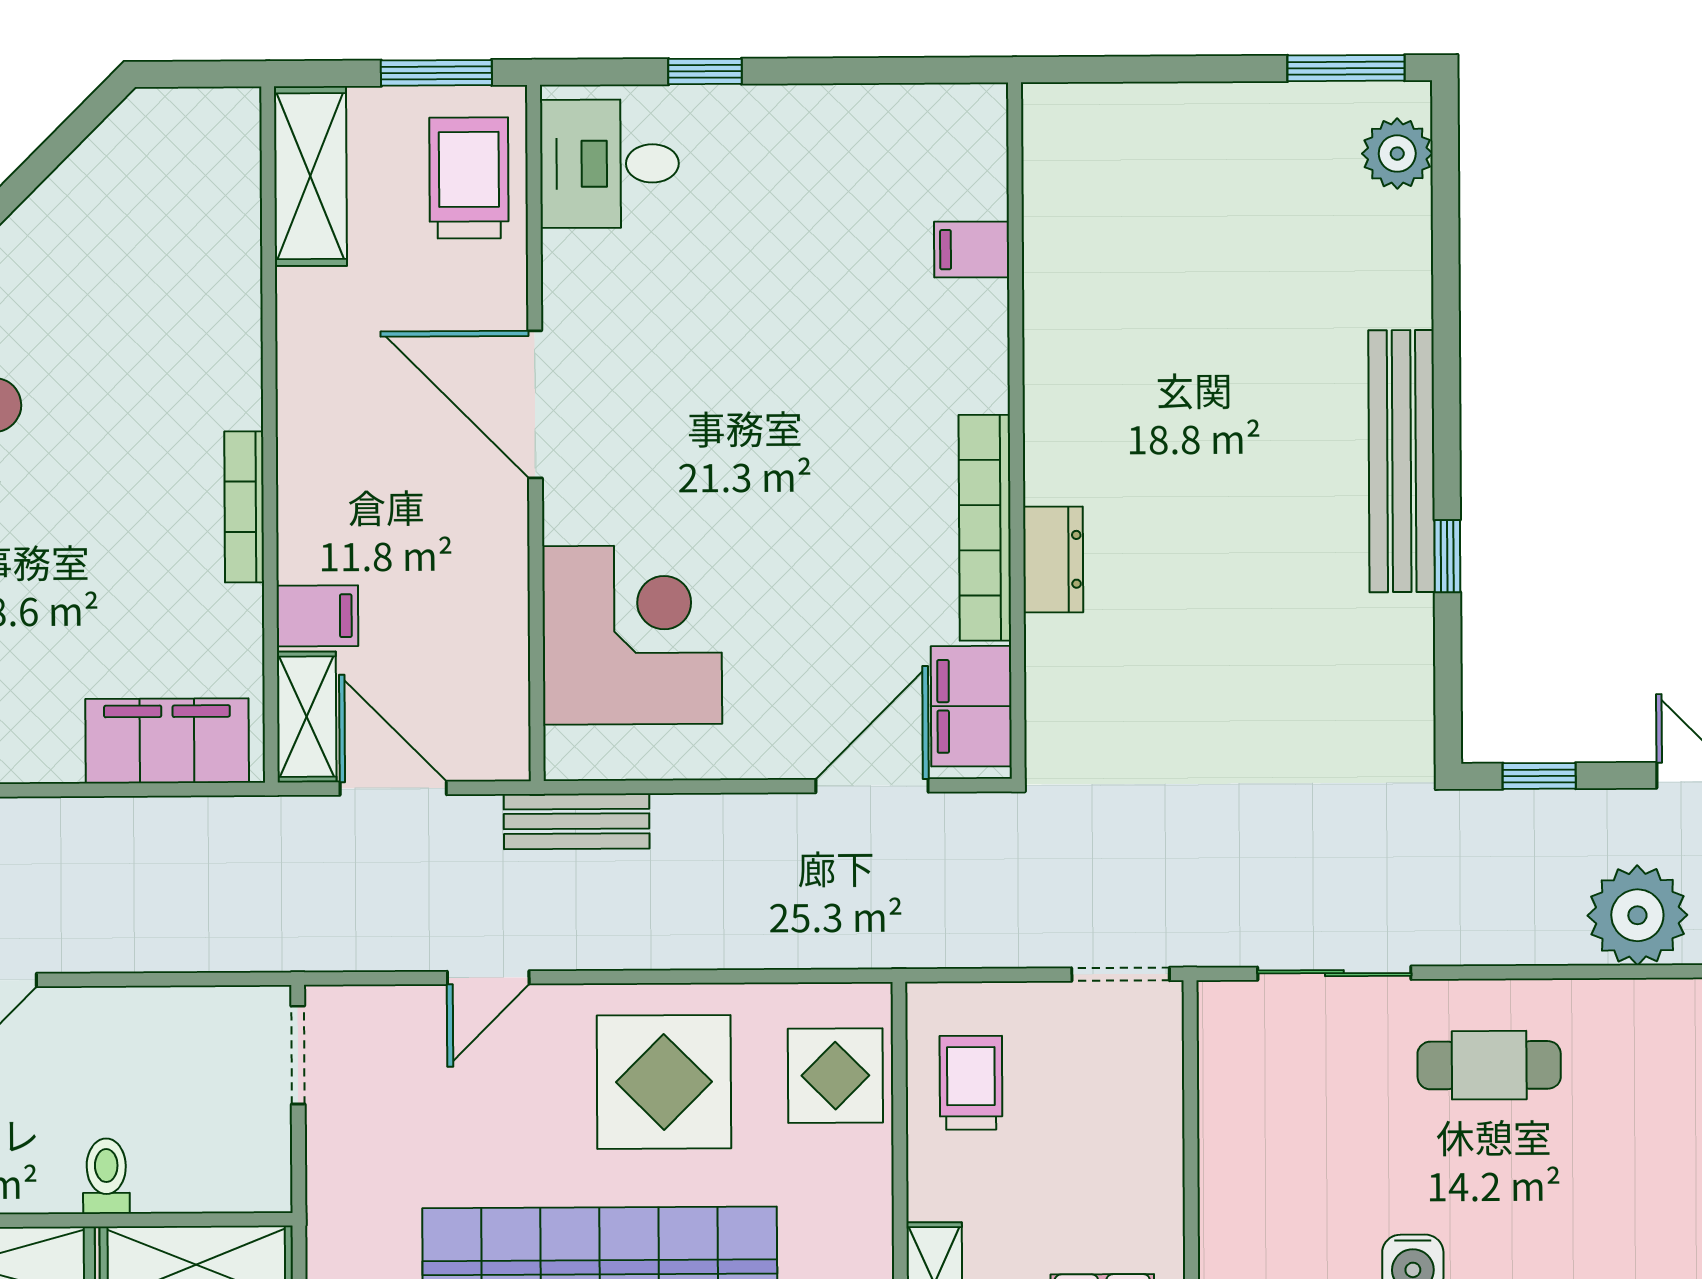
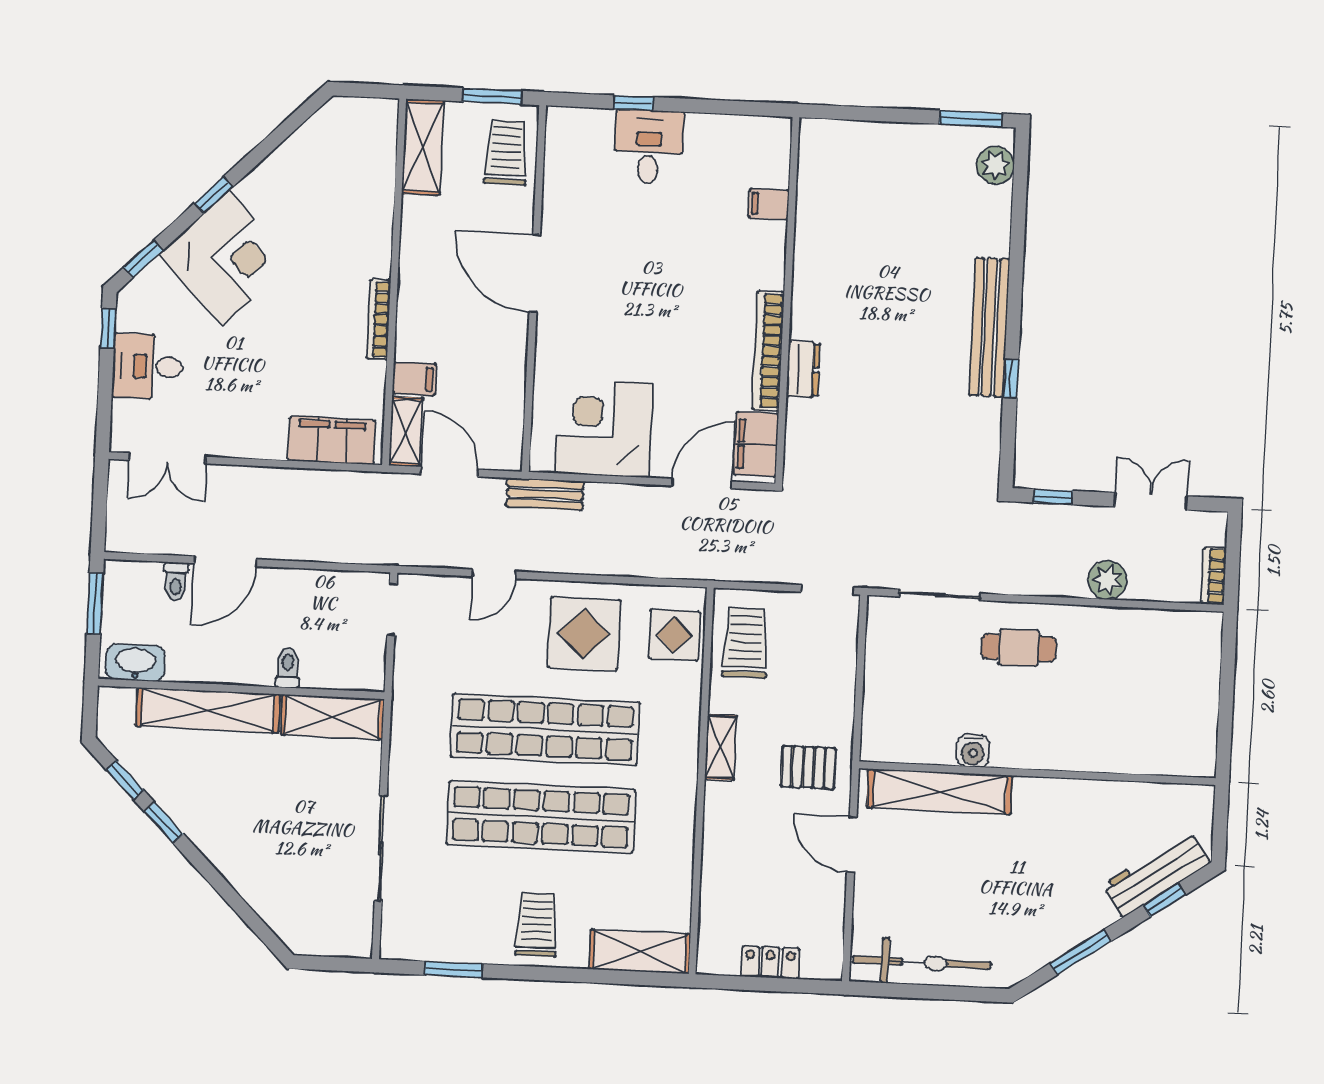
desk: (609, 164) -> (649, 147), moved, turned 90
corner desk: (632, 635) -> (604, 428), moved, turned -90
plant: (1637, 915) -> (1108, 580), width x0.73, depth x0.73
trolley: (971, 1083) -> (745, 643), width x1.36, depth x1.39

